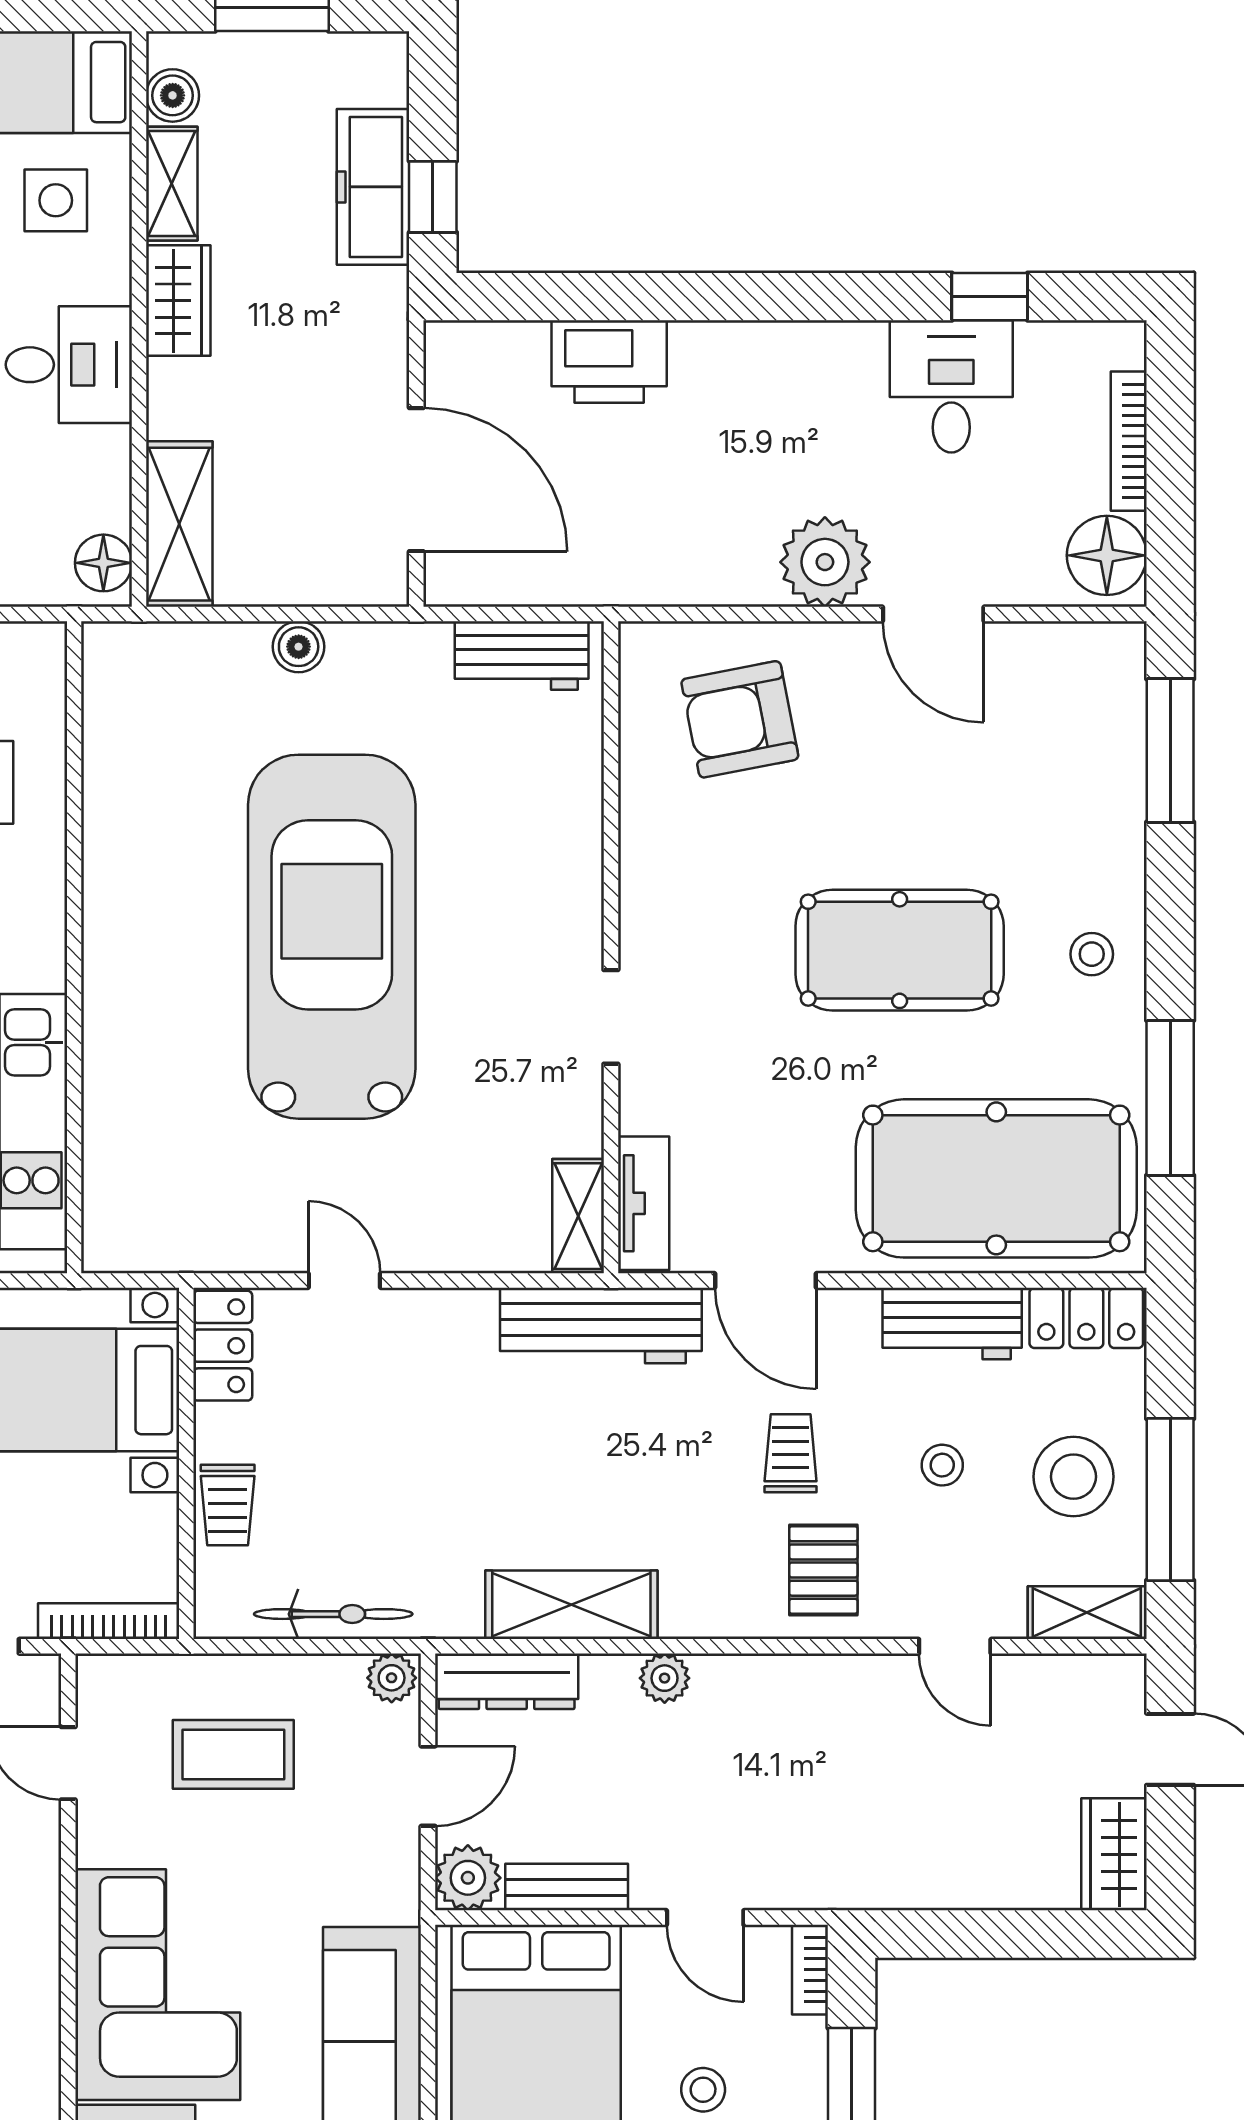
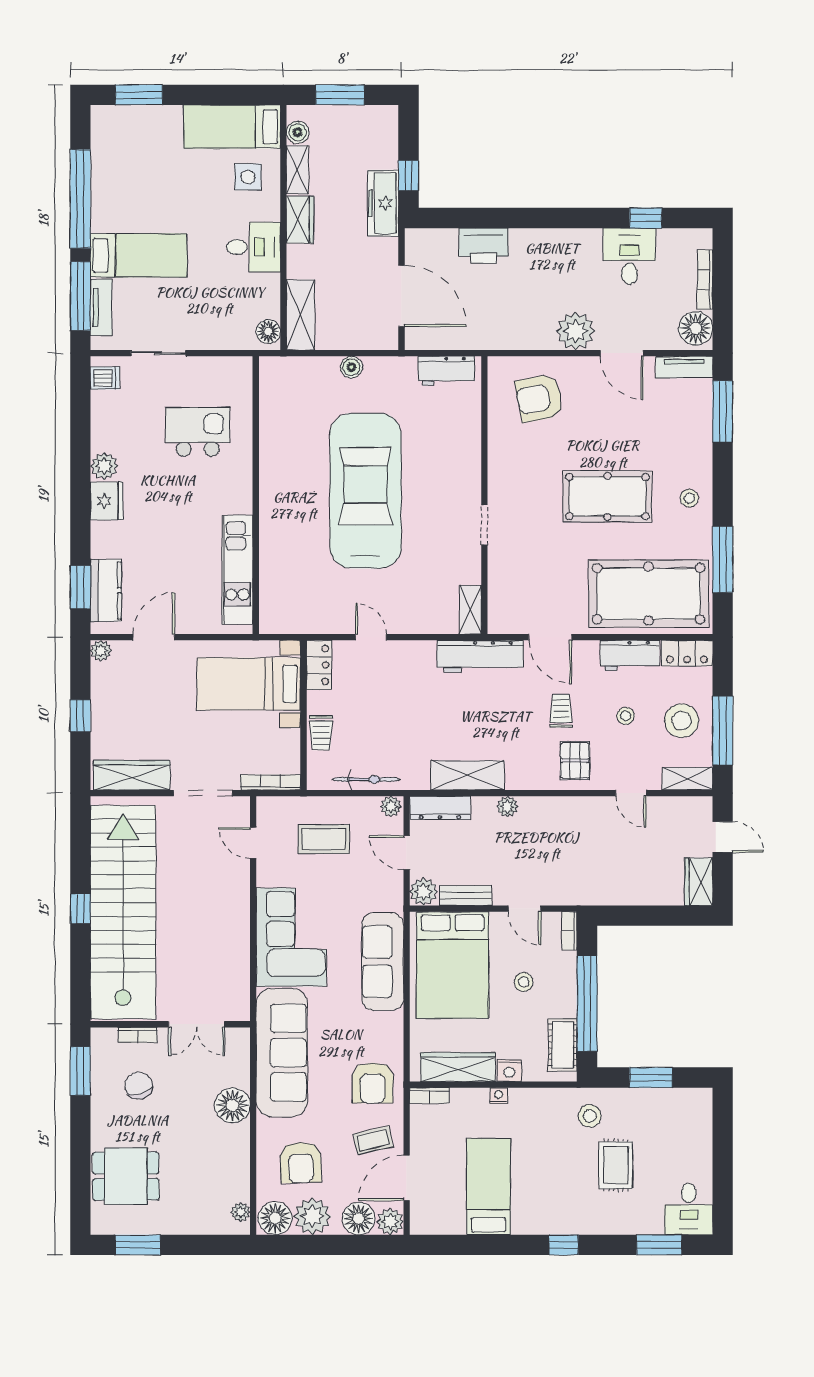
freezer: (373, 187) -> (383, 203), moved
tv unit: (644, 1203) -> (684, 367), moved, turned 90
door: (428, 1786) -> (407, 853), swing flipped

